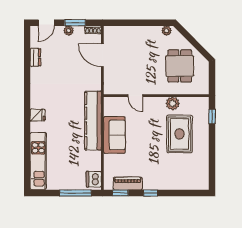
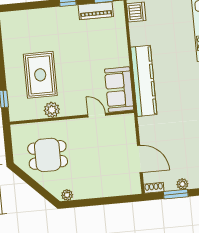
dining table: (180, 66) -> (48, 155), turned 90
sofa: (114, 135) -> (119, 89), moved

